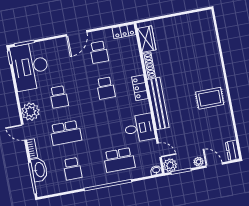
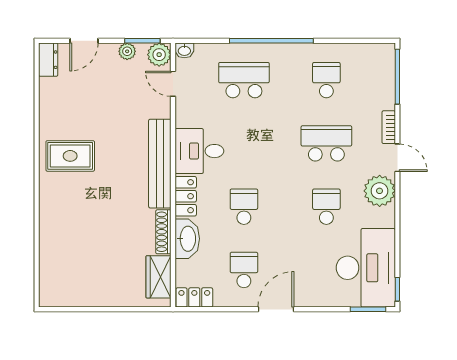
desk: (139, 128) -> (199, 151), moved
plant: (199, 162) -> (127, 51), moved
door: (214, 165) -> (84, 41), hinge flipped
washbasin: (39, 170) -> (187, 239), moved, turned 180

